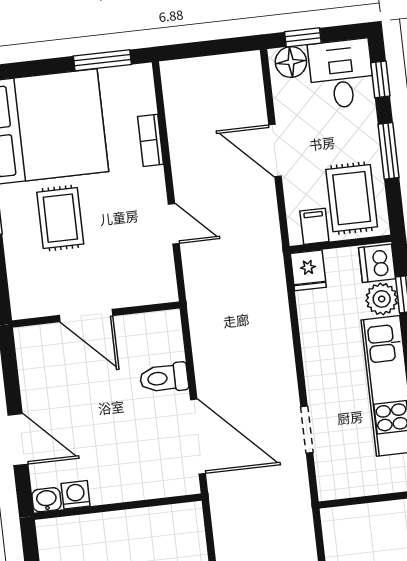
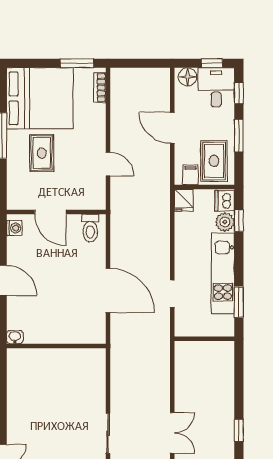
window: (303, 37) -> (212, 63), moved
bookcase: (150, 140) -> (100, 88), moved
toilet: (164, 378) -> (90, 228), moved, turned -90
washing machine: (76, 495) -> (14, 228), moved, turned 90
washbasin: (47, 500) -> (15, 337), moved
wall: (118, 507) -> (56, 346), moved

